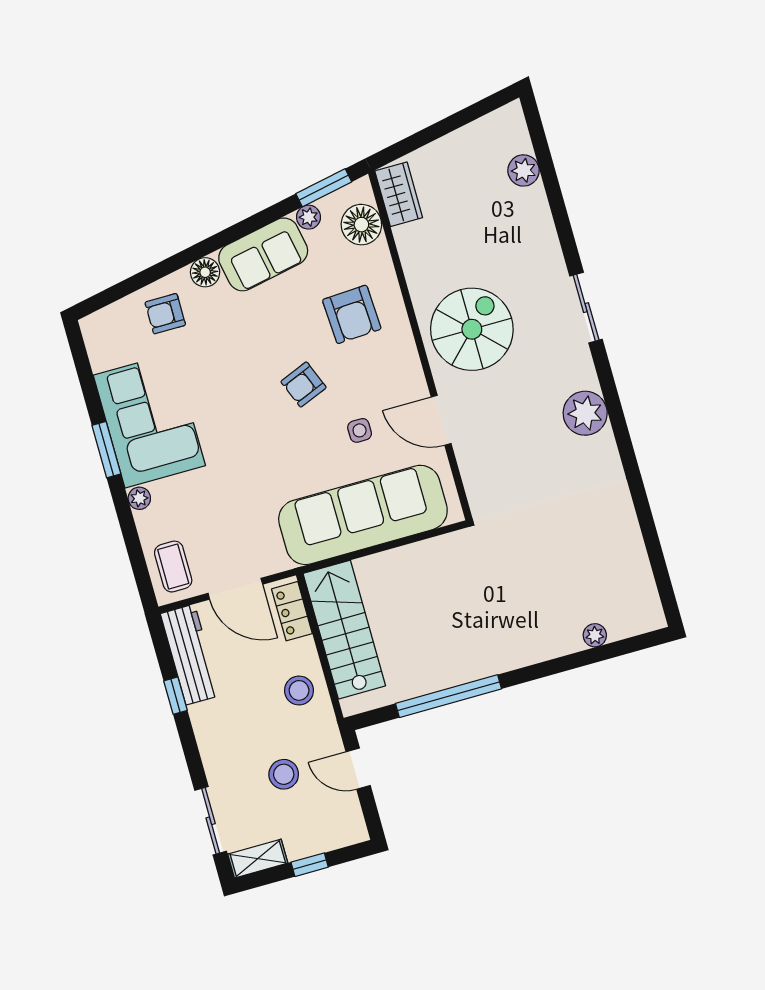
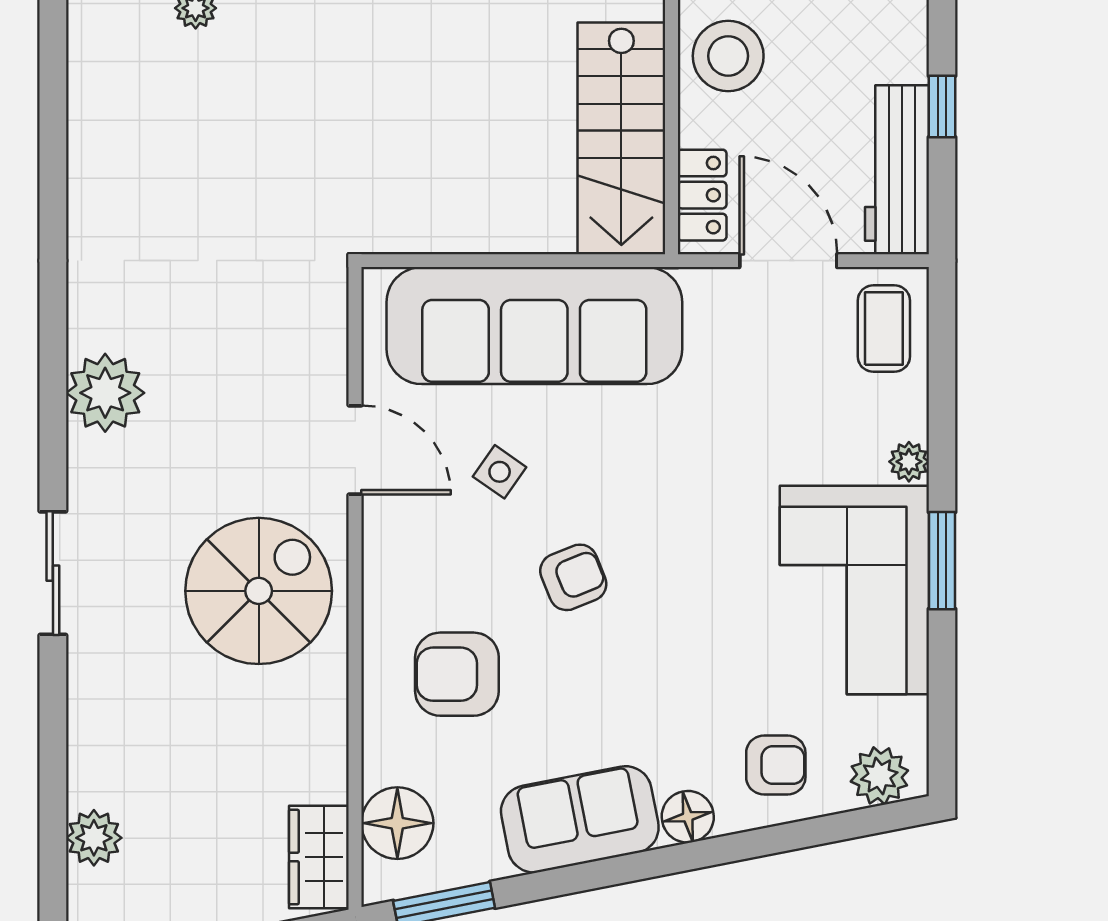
plant: (308, 217) -> (879, 776), moved, width x1.38, depth x1.38
armchair: (352, 314) -> (457, 674), turned -87
spiral stairs: (472, 329) -> (259, 591), turned 180
side table: (360, 430) -> (500, 472), turned 35
stool: (299, 690) -> (728, 56), width x1.38, depth x1.38

